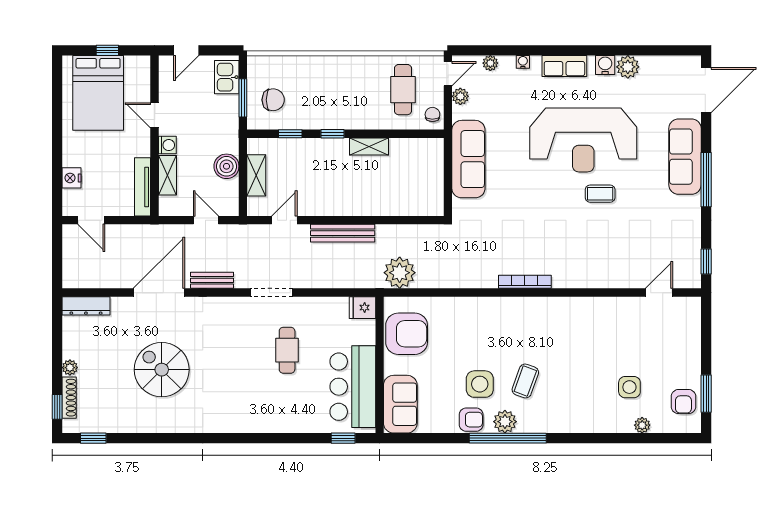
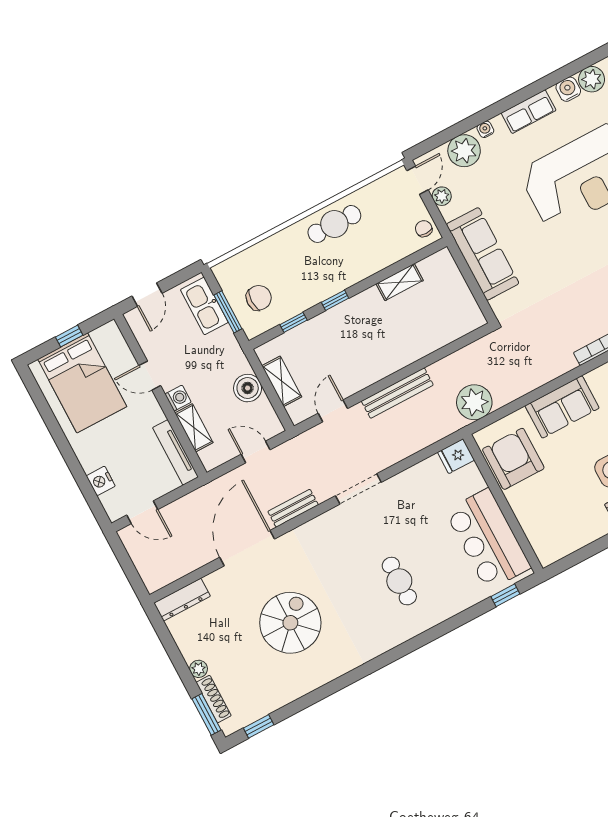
plant: (490, 63) -> (464, 151), width x1.88, depth x1.88
kitchen sink: (227, 77) -> (204, 306), width x1.38
cafe table: (403, 90) -> (334, 224), moved, turned 90
shelving: (369, 147) -> (400, 282), moved
armchair: (407, 334) -> (513, 459), turned -90
cafe table: (287, 350) -> (399, 581), moved
spiral stairs: (162, 370) -> (290, 623), turned 90
sofa: (400, 404) -> (562, 407), moved, turned 90
window: (57, 407) -> (207, 714), width x1.50

